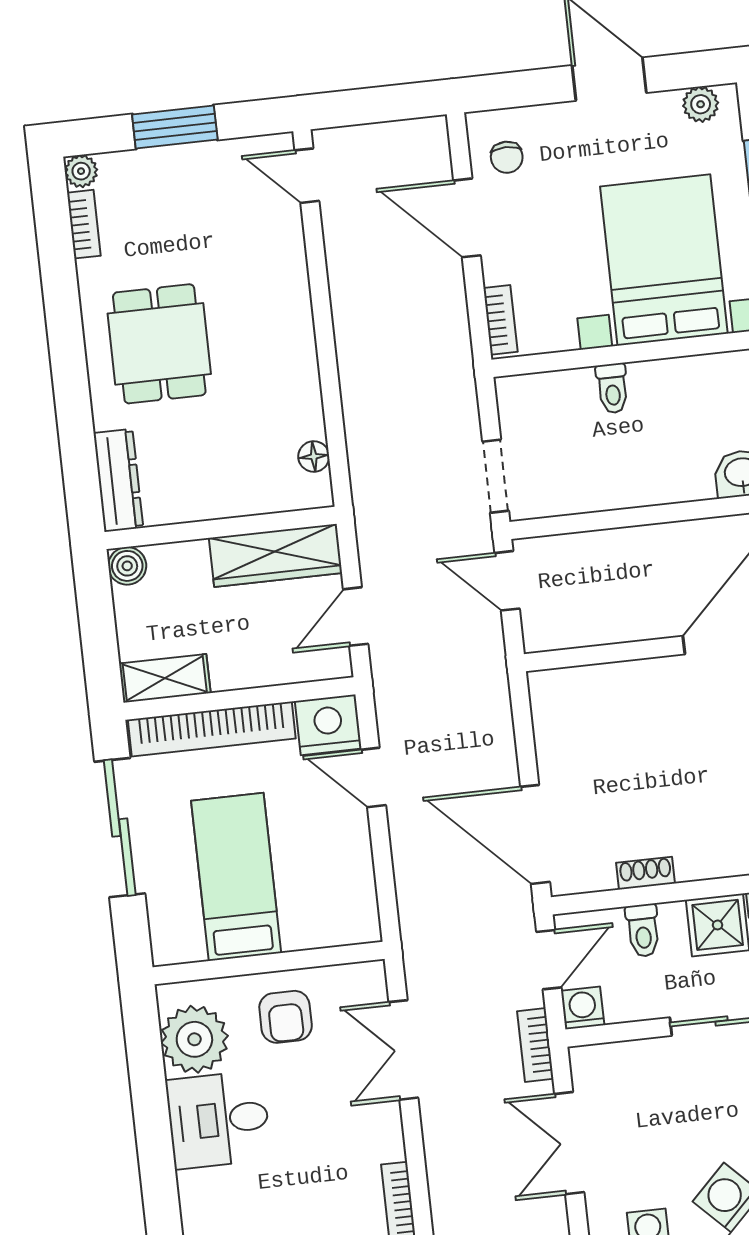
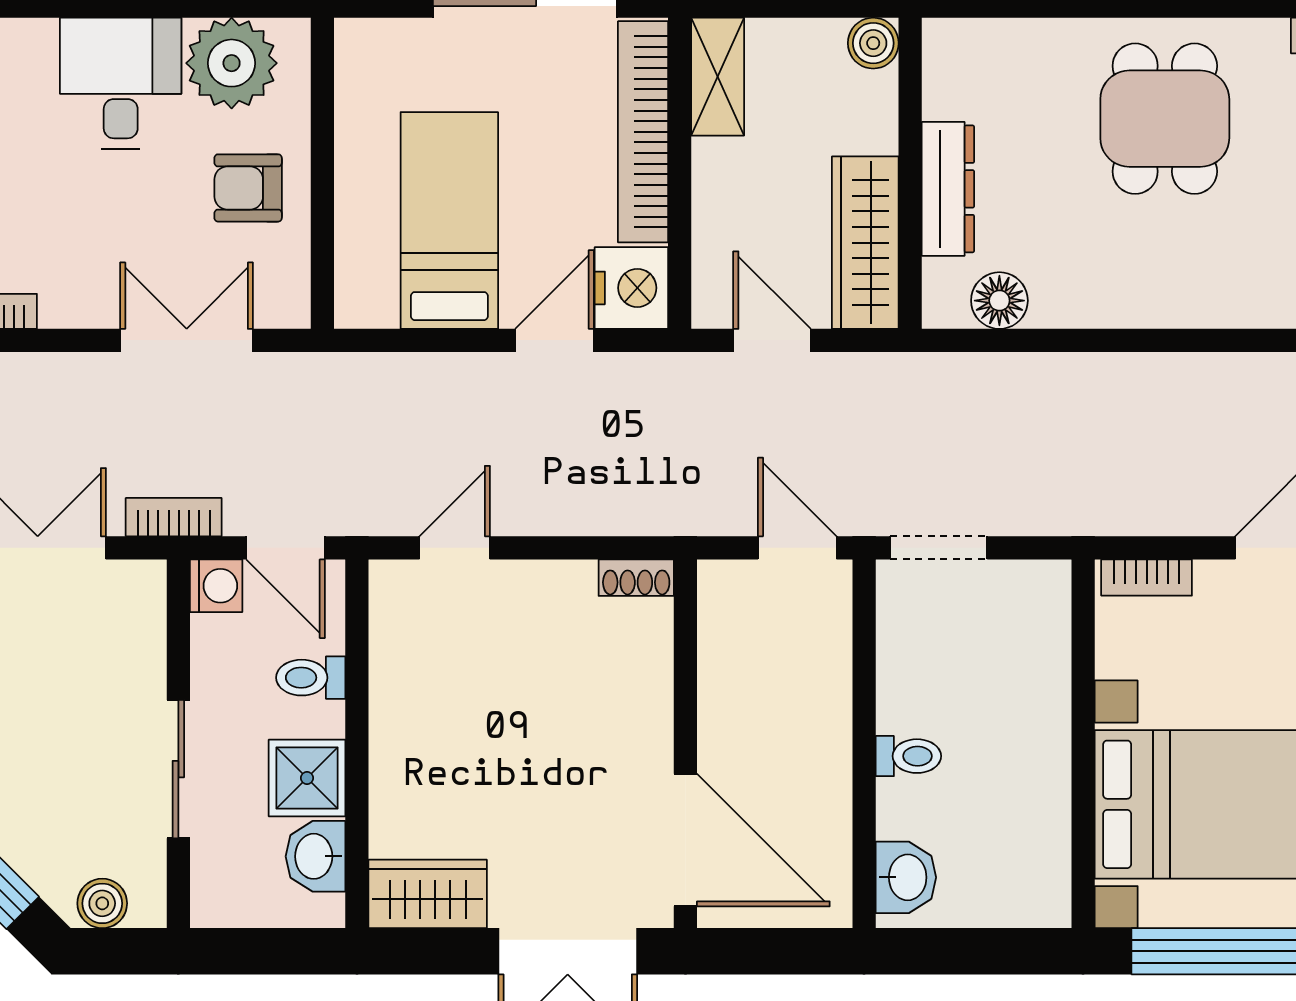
dining table: (159, 344) -> (1165, 119), turned 90
toilet: (612, 388) -> (908, 756), moved, turned 180
floor lamp: (314, 456) -> (999, 301), width x1.37, depth x1.37
dresser: (118, 480) -> (948, 189), moved, turned -90
door: (507, 581) -> (797, 548), hinge flipped
door: (535, 834) -> (455, 548), width x0.53
shoe rack: (646, 873) -> (636, 578), moved, turned 90
bed: (236, 877) -> (449, 220), moved, turned -90

